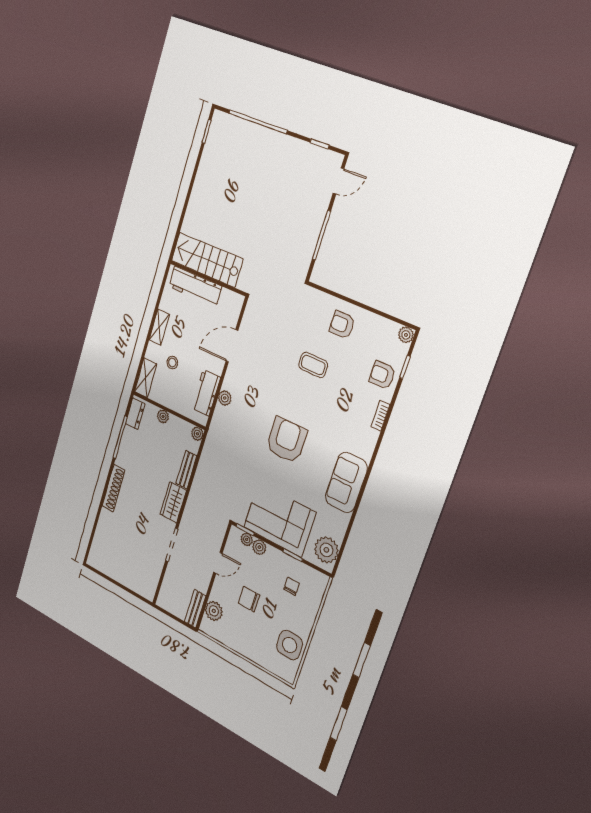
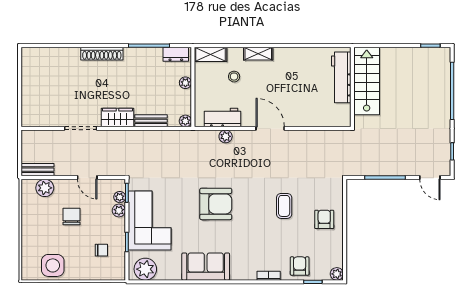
stairs: (207, 260) -> (367, 81), moved
wall: (208, 278) -> (352, 87), moved
workbench: (195, 286) -> (341, 77), moved

